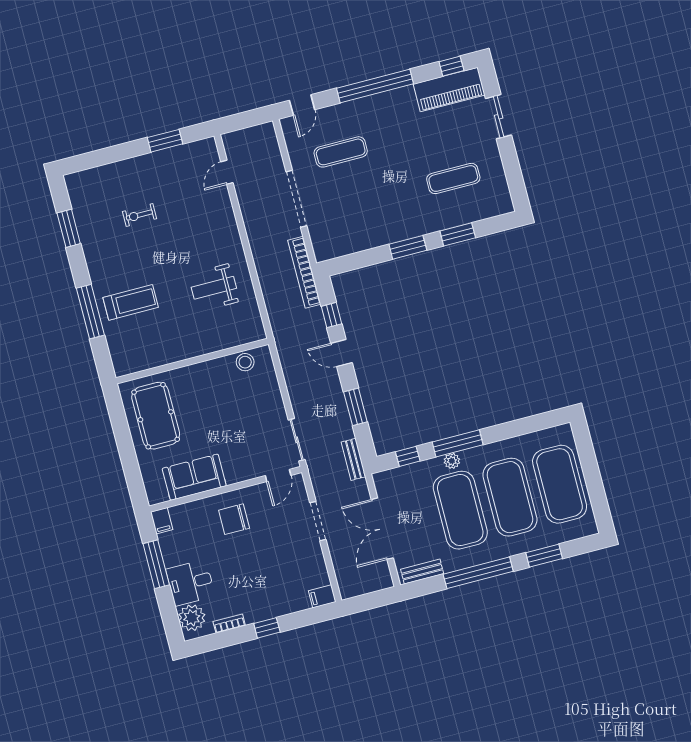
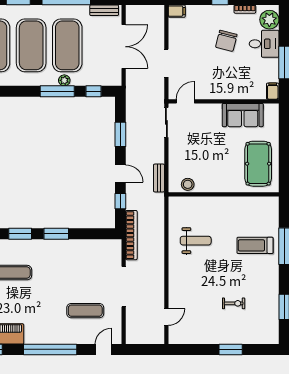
window: (165, 141) -> (231, 349), moved
bench: (353, 459) -> (159, 178), moved
chair: (234, 519) -> (226, 41), moved, turned 104

